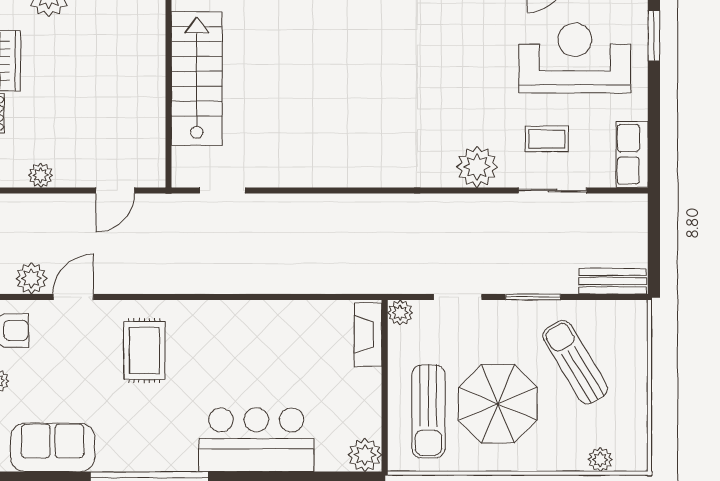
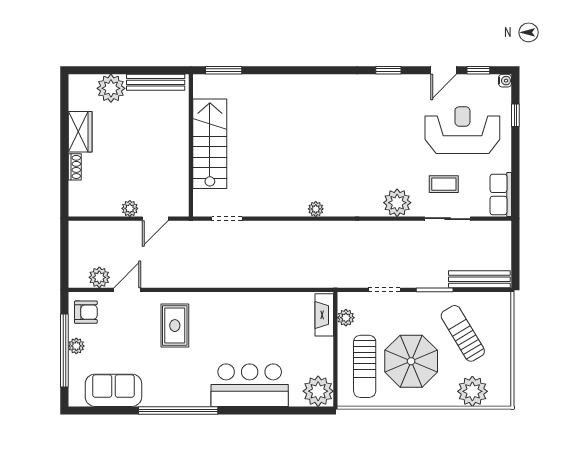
window: (654, 36) -> (515, 115), width x0.67
plant: (41, 175) -> (130, 208), moved
plant: (355, 176) -> (316, 209), added
bench: (612, 281) -> (479, 279), width x1.36
plant: (400, 313) -> (346, 318), moved
plant: (365, 455) -> (318, 391), width x1.36, depth x1.36
plant: (600, 460) -> (472, 391), width x1.87, depth x1.87

